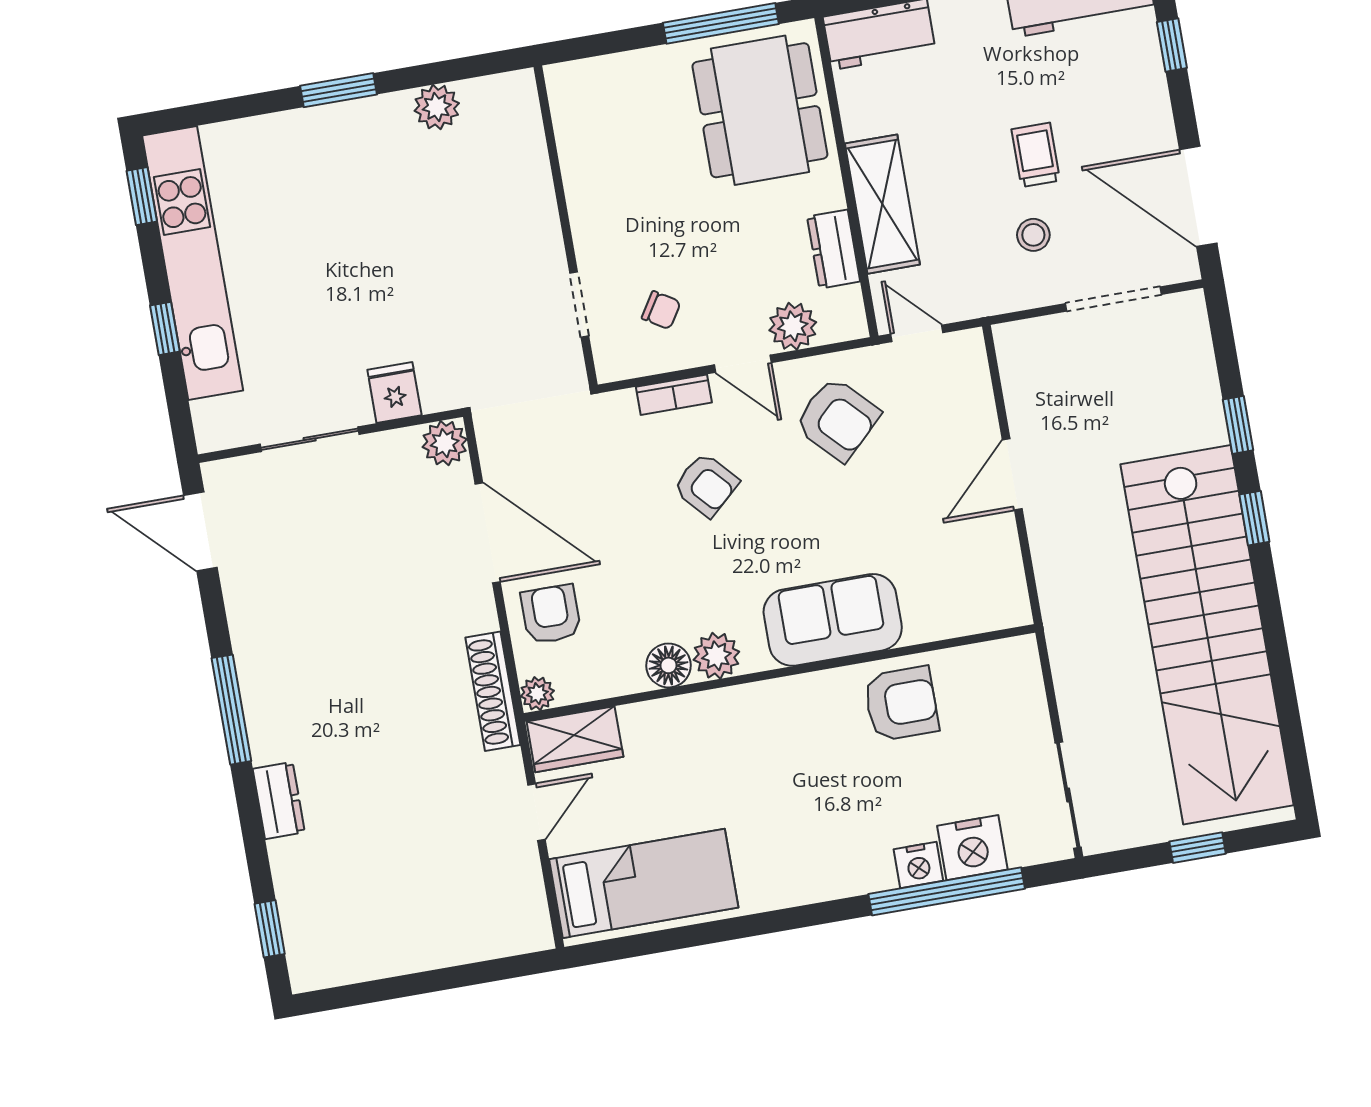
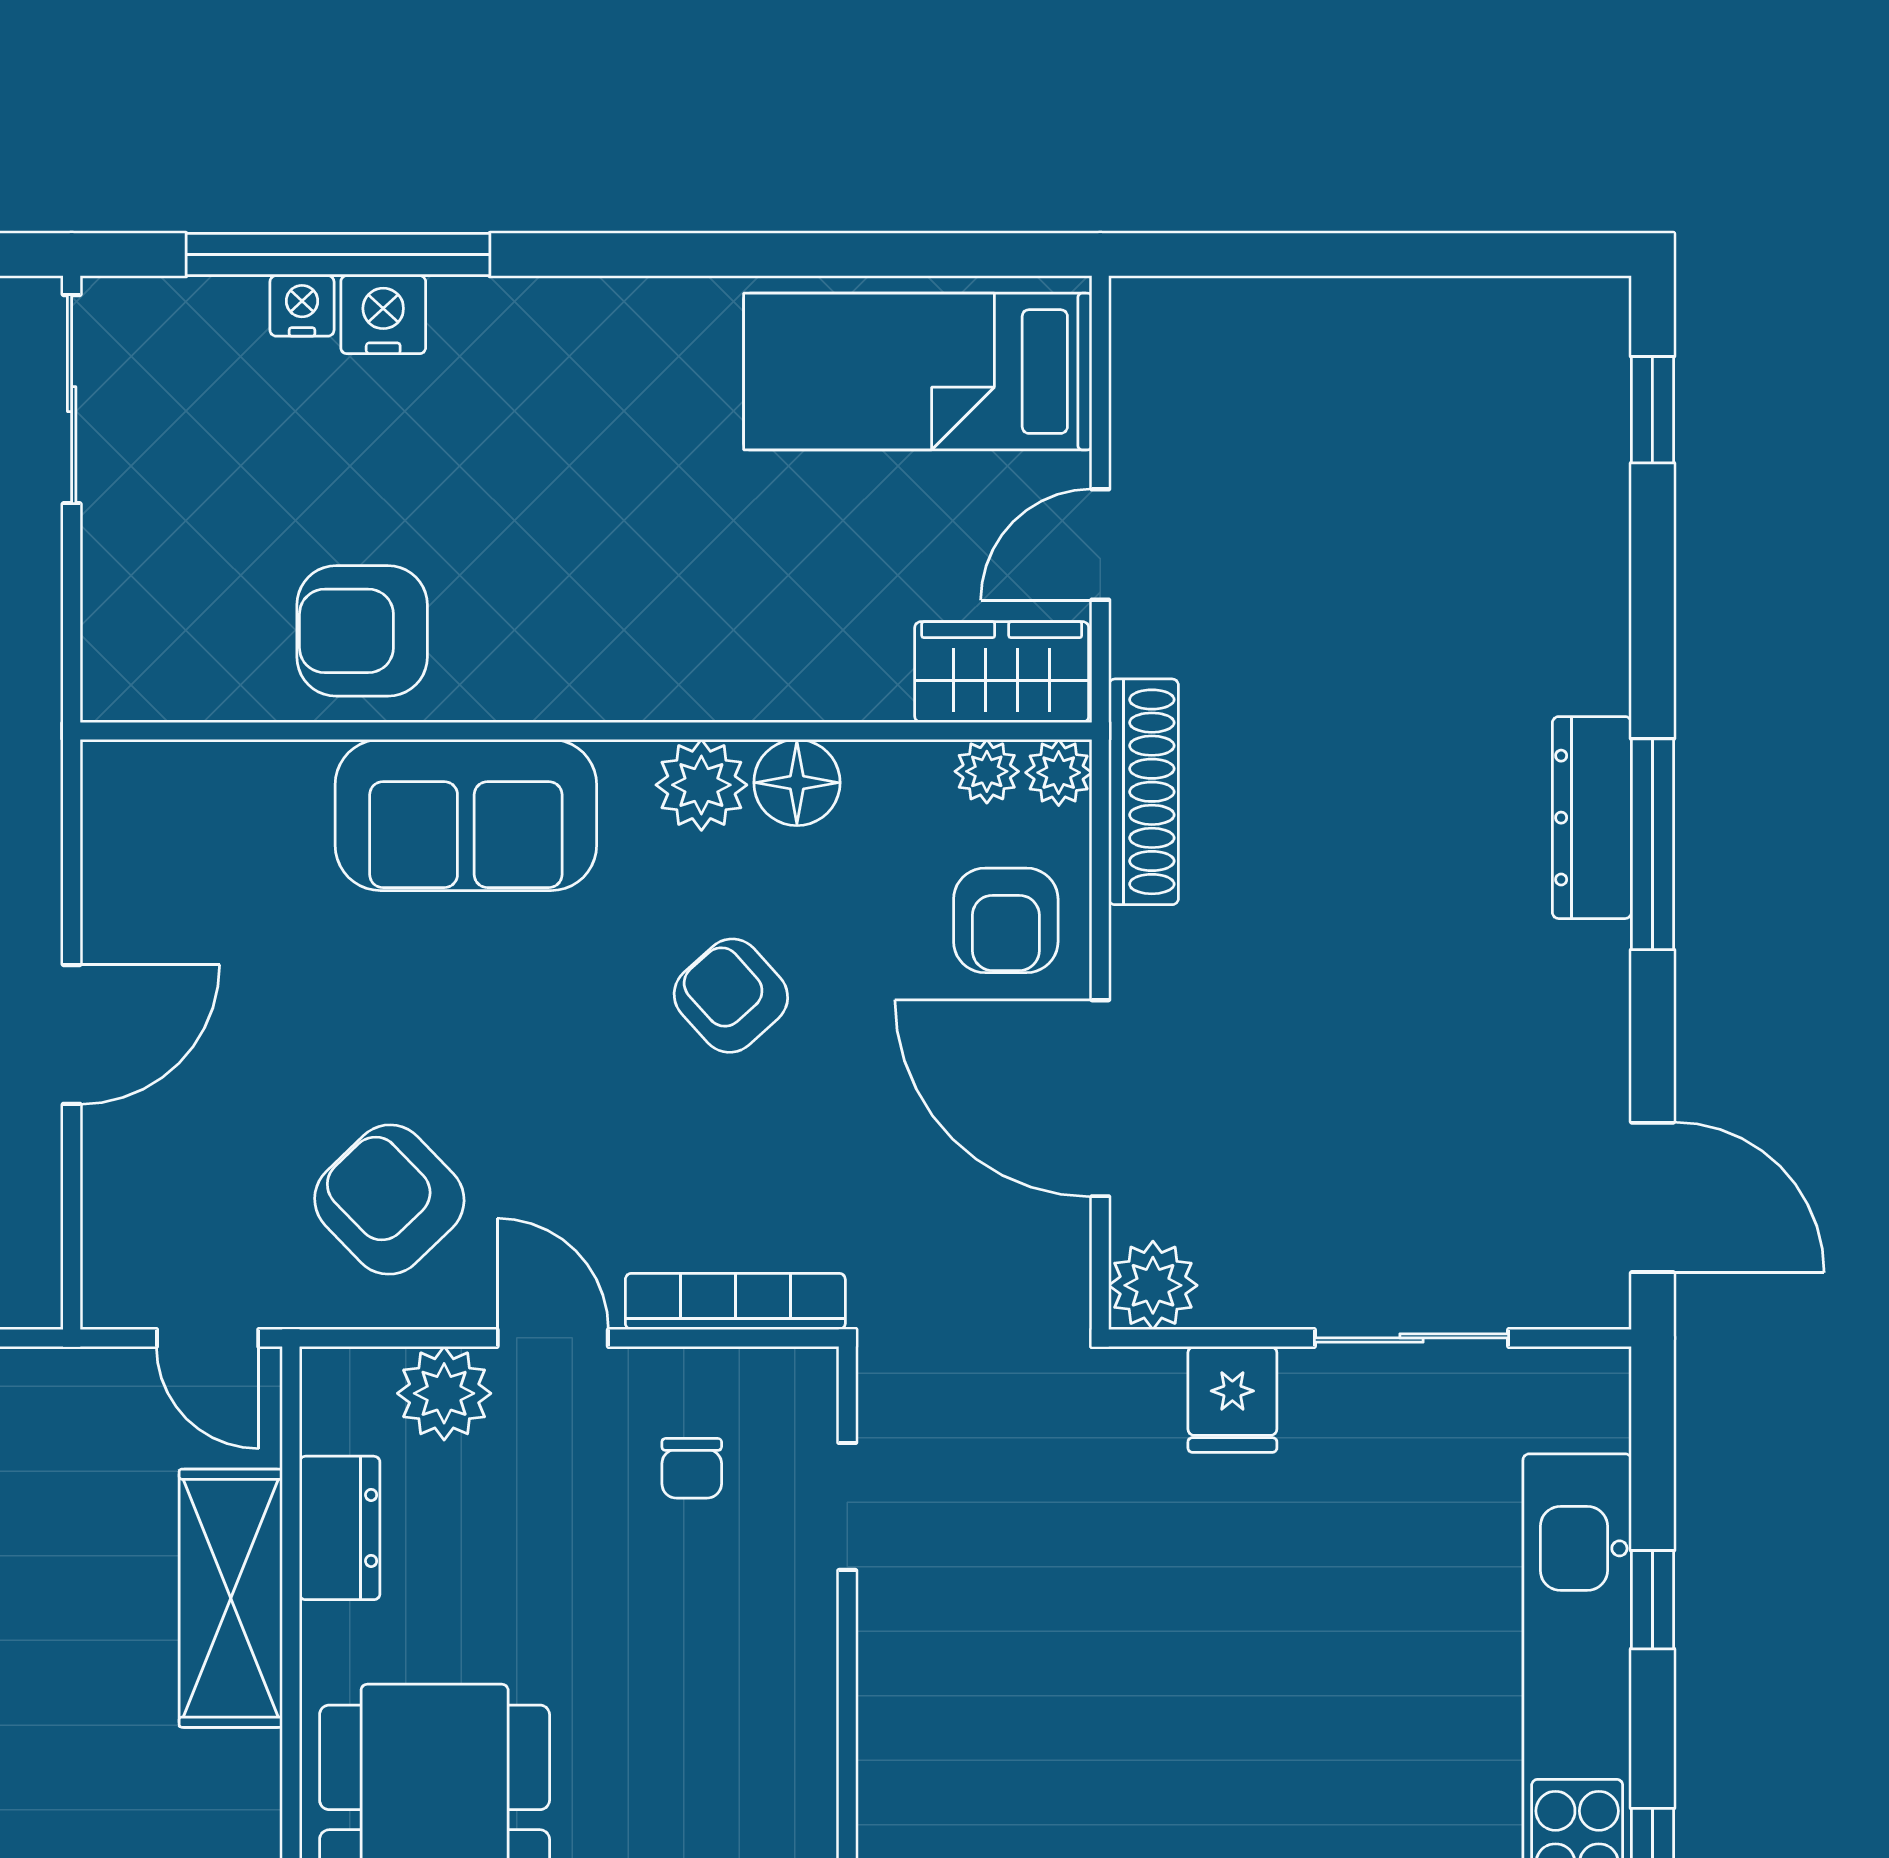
chair: (661, 310) -> (692, 1468), turned -122
bookcase: (674, 395) -> (735, 1301), width x1.56
armchair: (706, 485) -> (731, 996), moved
plant: (574, 688) -> (987, 771), added
dresser: (279, 801) -> (1592, 818), moved, width x1.44
nightstand: (972, 848) -> (302, 306), width x0.53, depth x0.56

